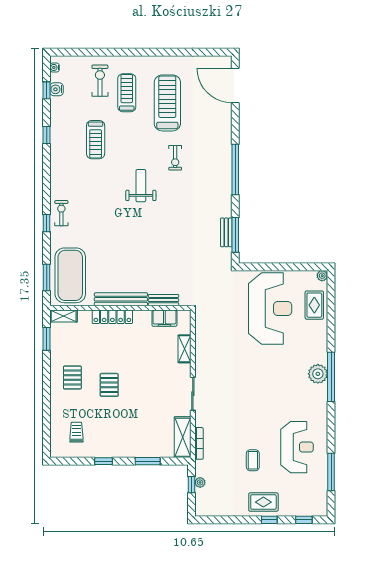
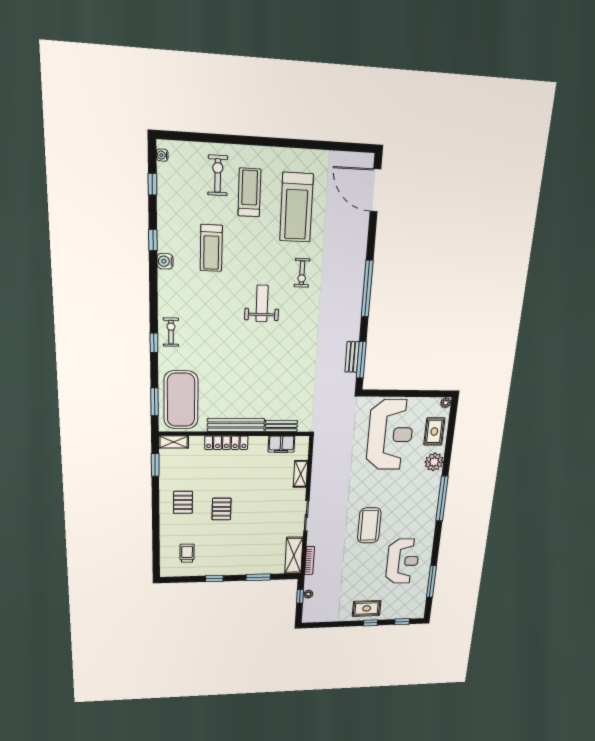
water cooler: (57, 89) -> (165, 261), moved
treadmill: (167, 103) -> (296, 208), turned 180
plant: (318, 374) -> (434, 462), moved
coffee table: (253, 460) -> (369, 525), moved, width x1.86, depth x1.72

